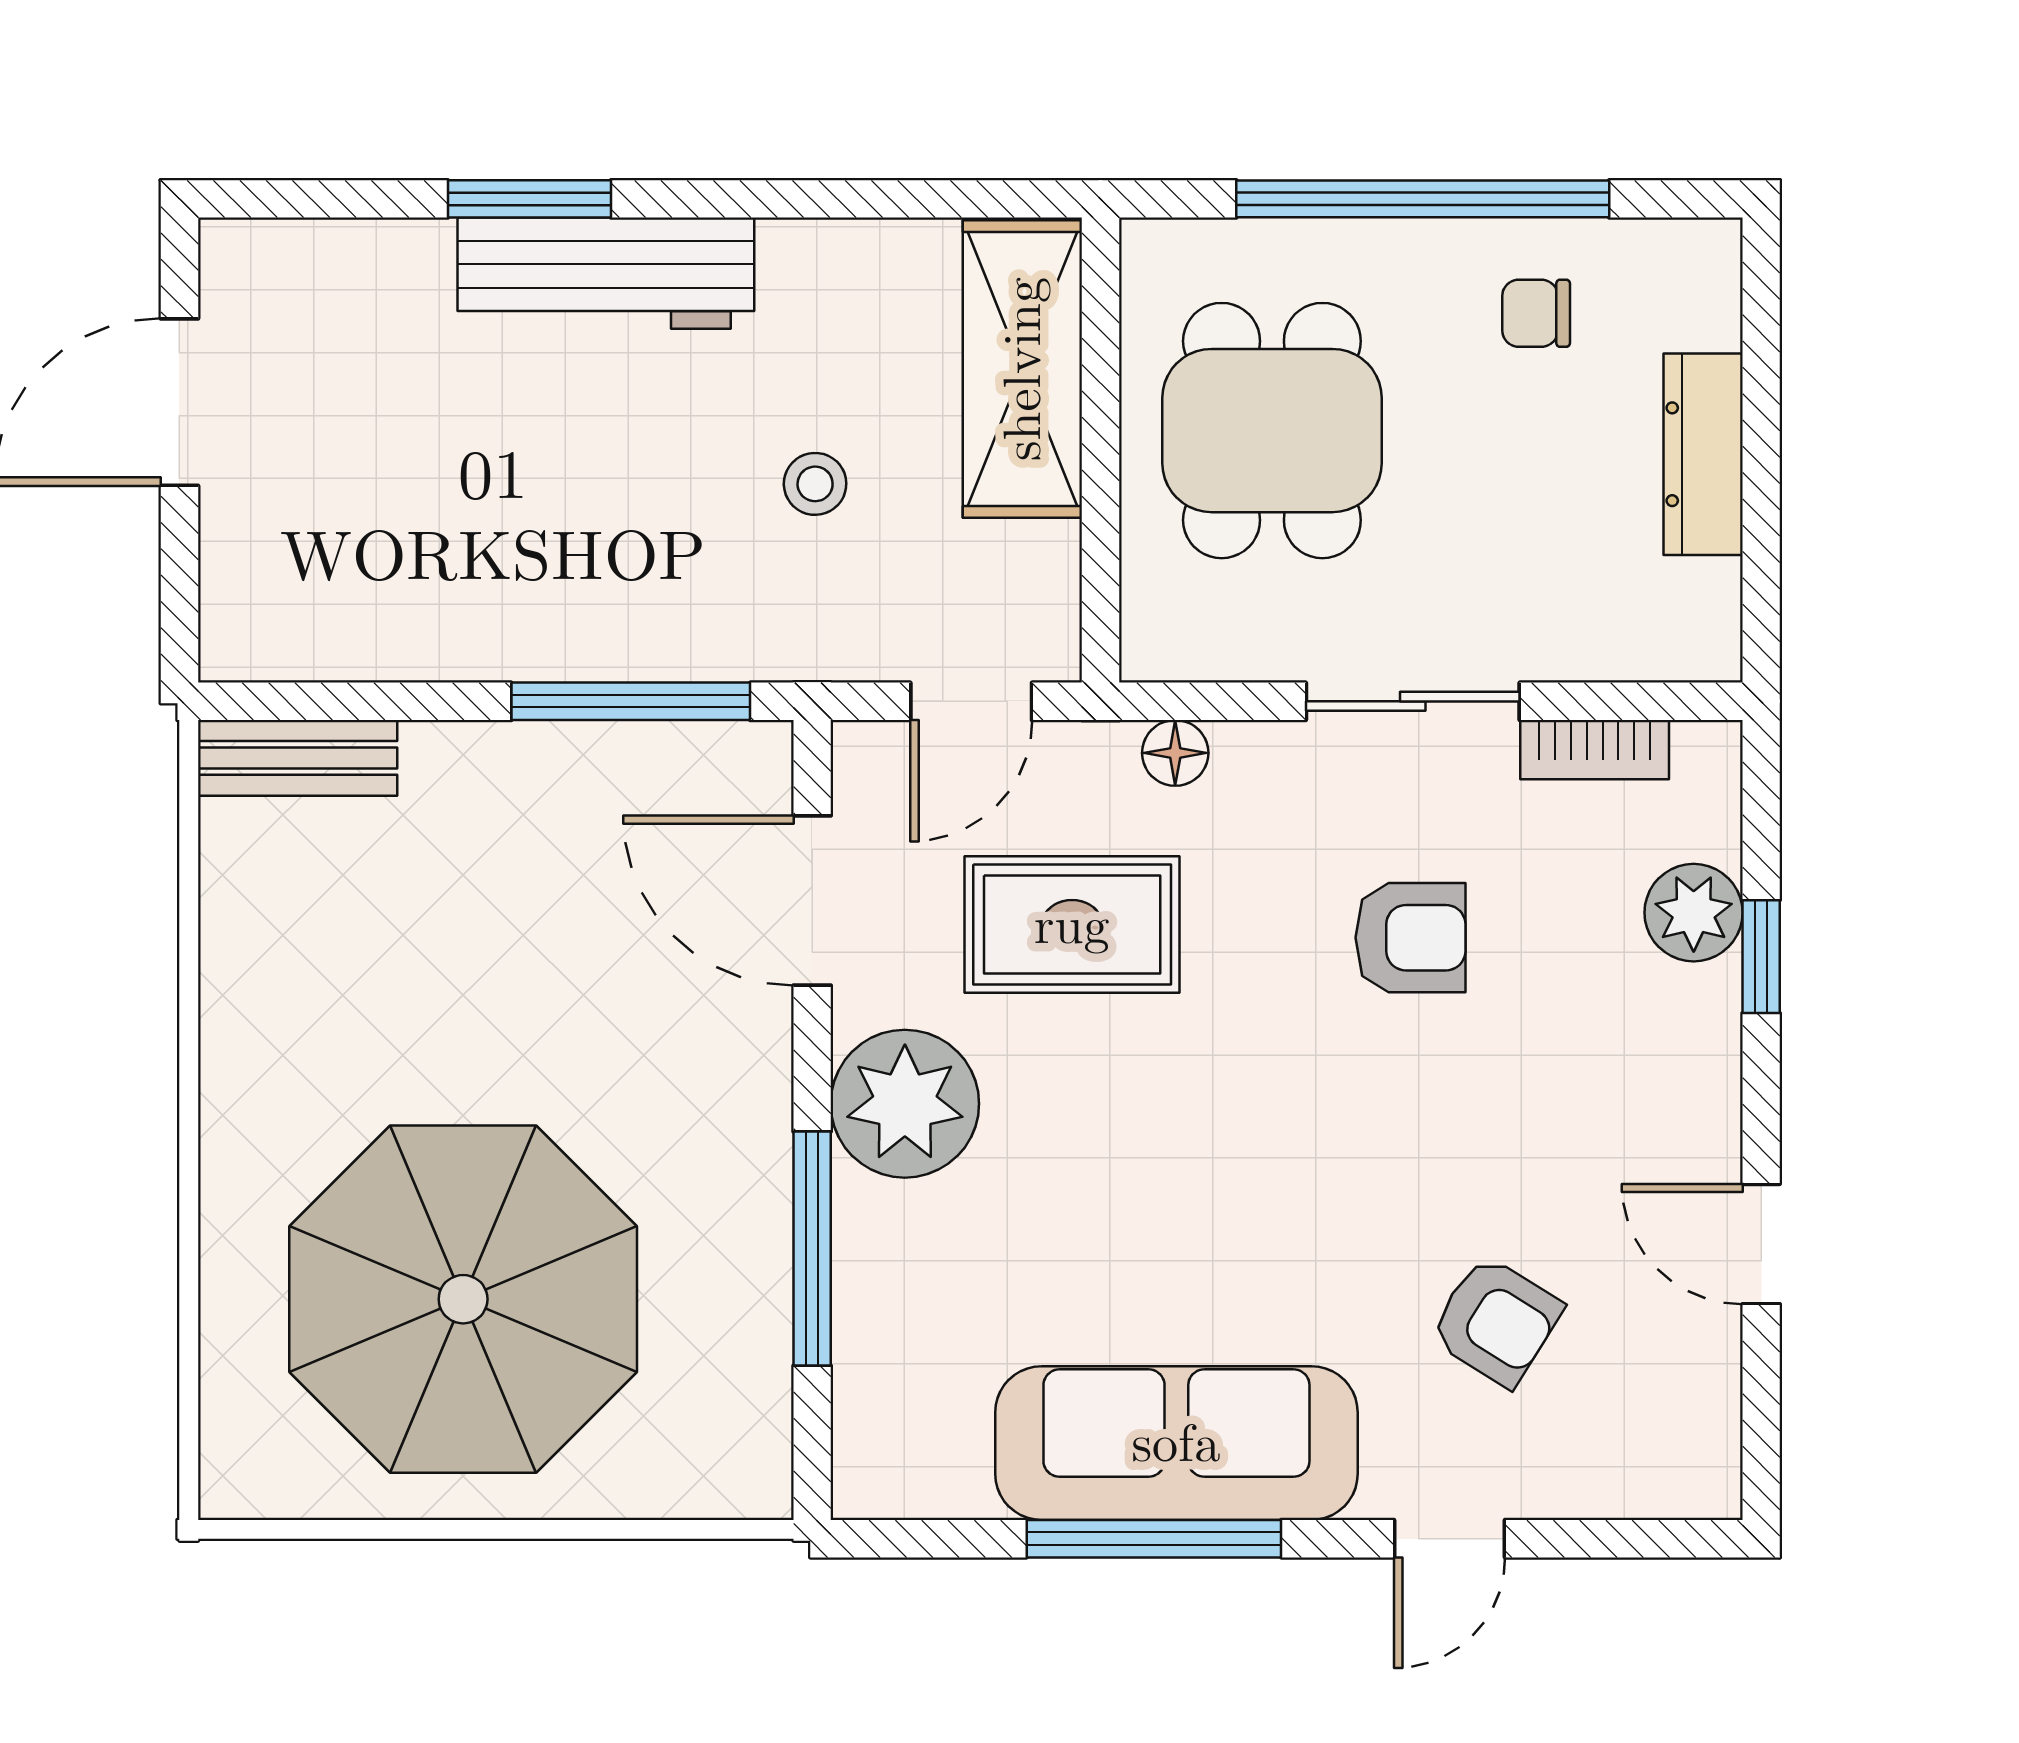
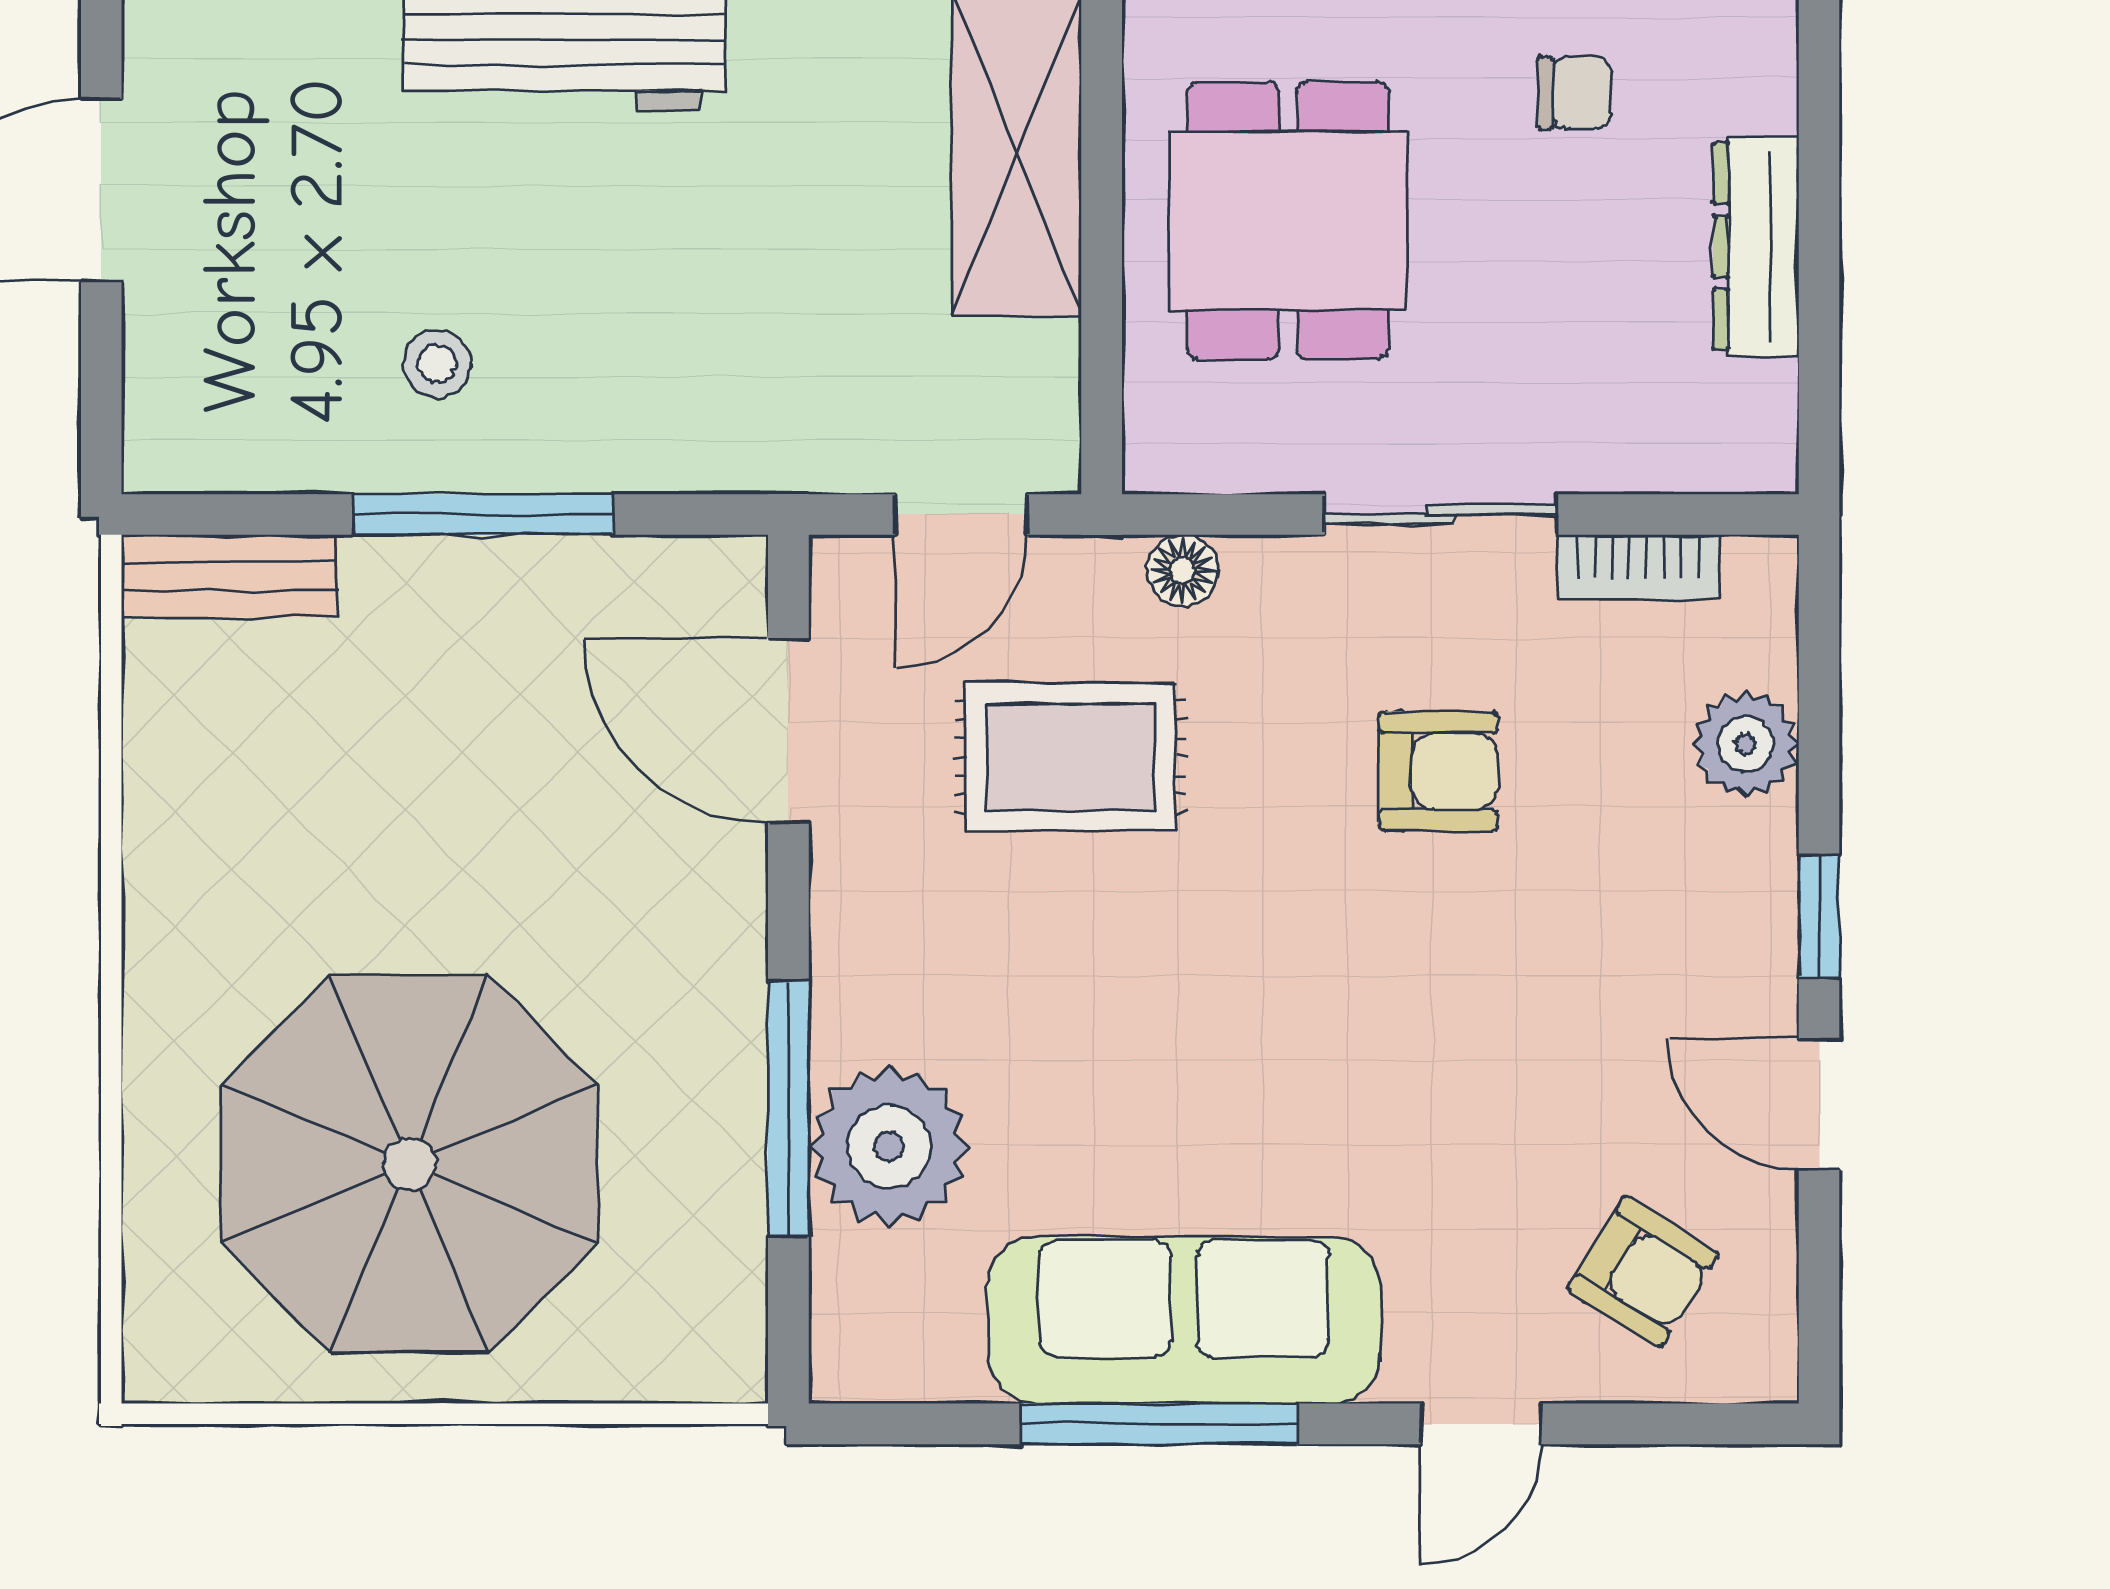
chair: (1536, 313) -> (1575, 93), turned 180
stool: (815, 484) -> (437, 363), moved
window: (631, 701) -> (483, 514), moved
window: (1761, 957) -> (1819, 917), moved
plant: (905, 1104) -> (889, 1146), moved
armchair: (1496, 1321) -> (1643, 1271), moved

